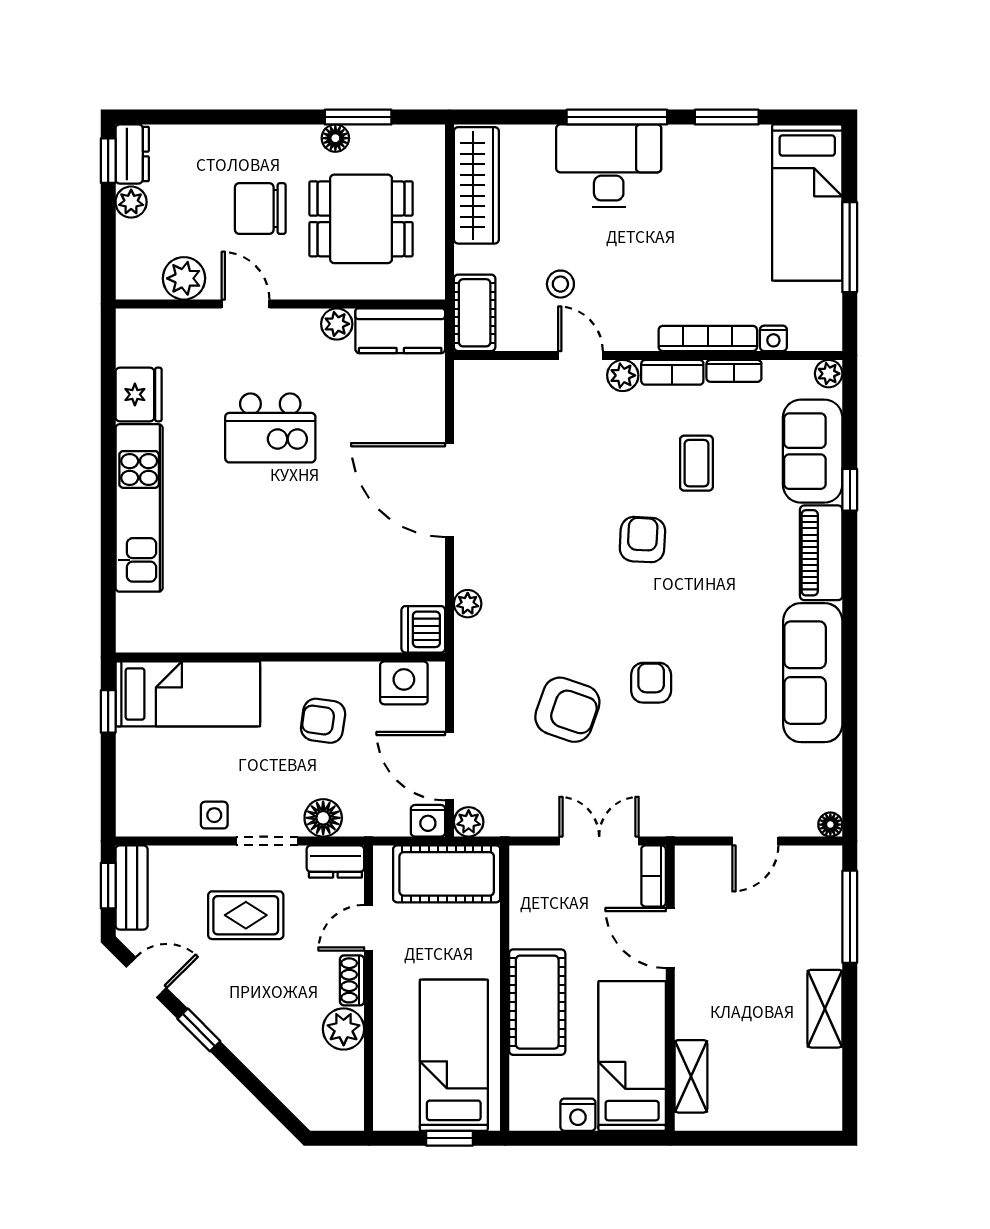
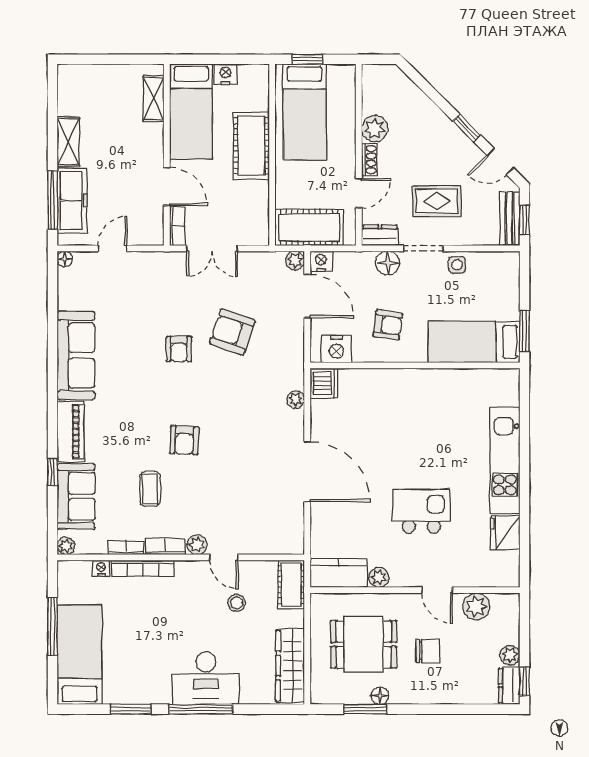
chair: (260, 209) -> (428, 651), width x0.73, depth x0.73
window: (108, 711) -> (525, 331), width x1.50
freezer: (819, 916) -> (72, 201), added

